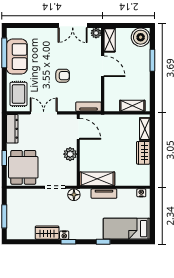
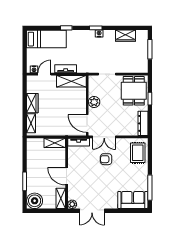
double door: (73, 25) -> (92, 211), swing flipped
sofa: (17, 57) -> (133, 200), moved, turned 90
armchair: (63, 76) -> (106, 159), moved
shelving: (132, 106) -> (55, 143), moved
double door: (44, 113) -> (104, 137), moved
door: (129, 187) -> (44, 74), added
floor lamp: (74, 195) -> (91, 68), removed
wardrobe: (47, 233) -> (126, 36), moved

